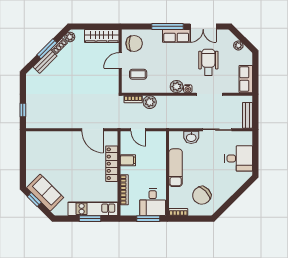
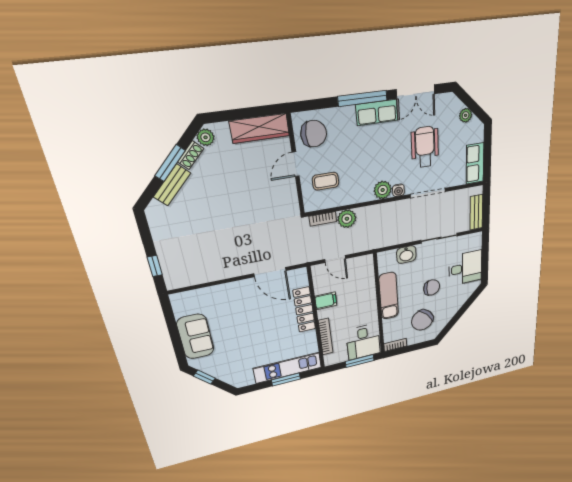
chair: (210, 169) -> (432, 288), added
sofa: (45, 193) -> (195, 337), moved, turned 45

